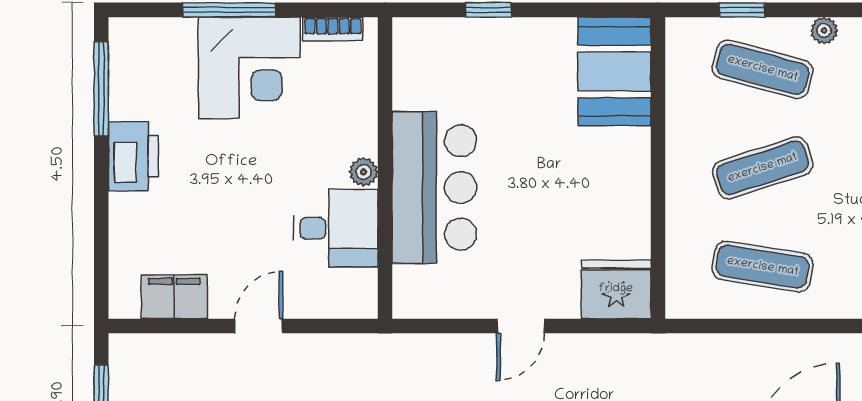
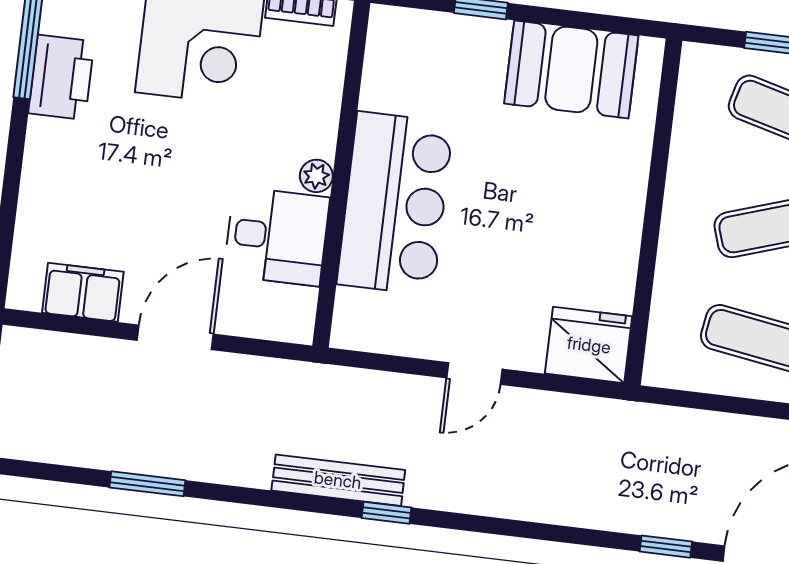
booth: (614, 71) -> (571, 69), moved, turned 90
printer: (133, 156) -> (61, 77), moved
door: (259, 326) -> (175, 337), width x1.38

